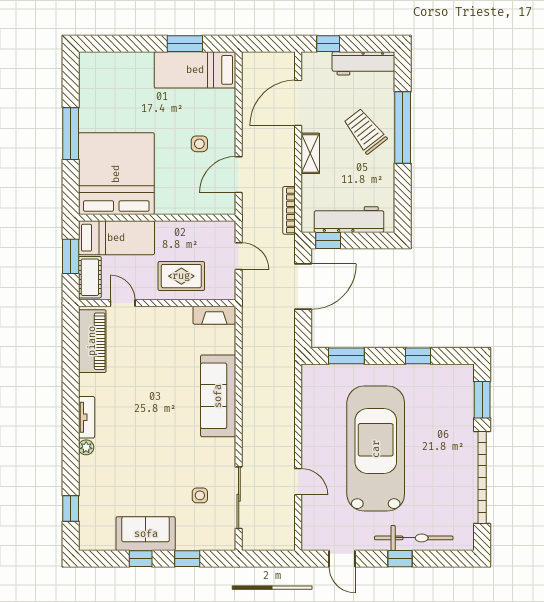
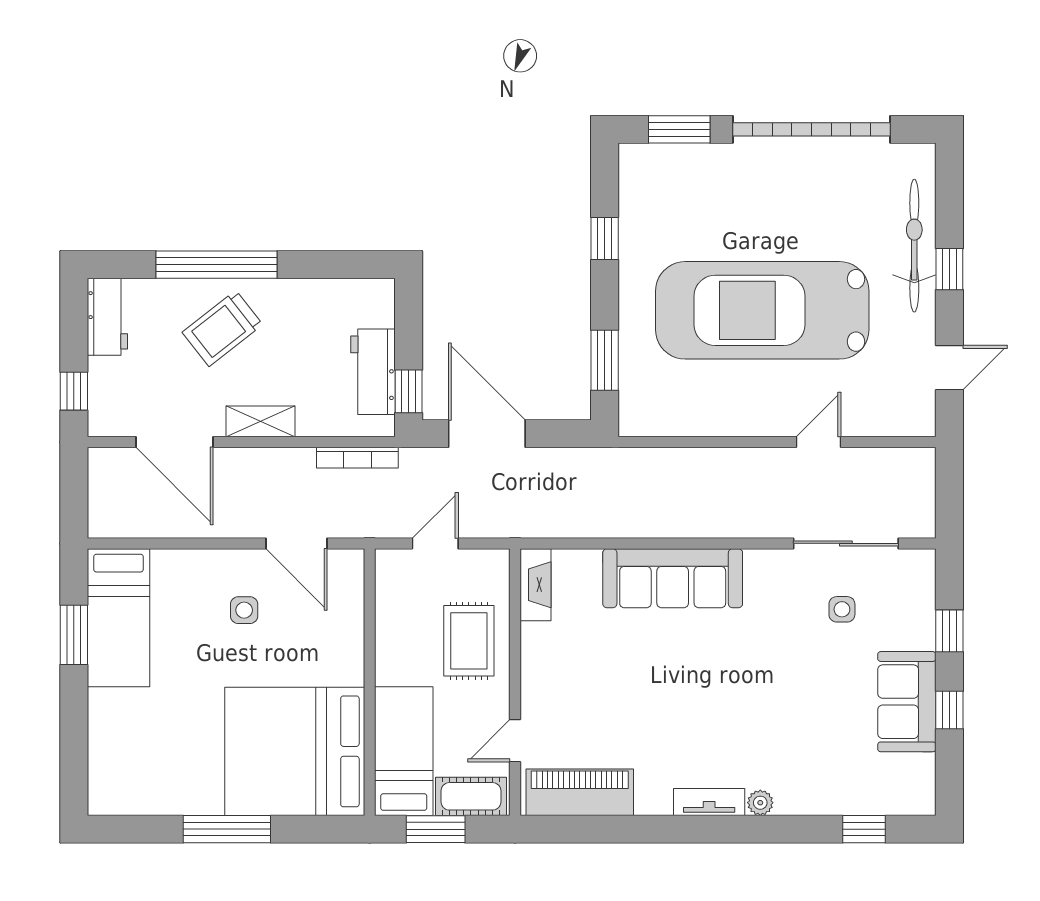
workbench: (363, 63) -> (107, 317), width x0.73
workbench: (349, 220) -> (373, 372), width x0.73

